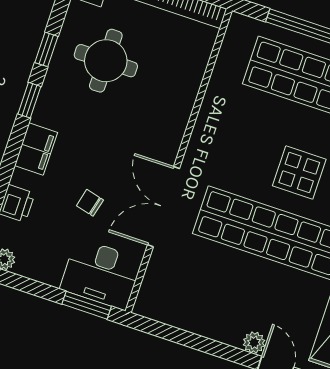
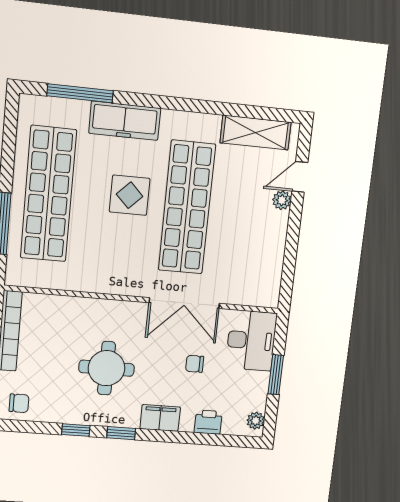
round table: (106, 61) -> (106, 368), moved
chair: (90, 203) -> (195, 364), turned 76
window: (87, 305) -> (276, 375), moved

